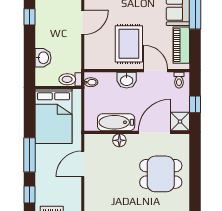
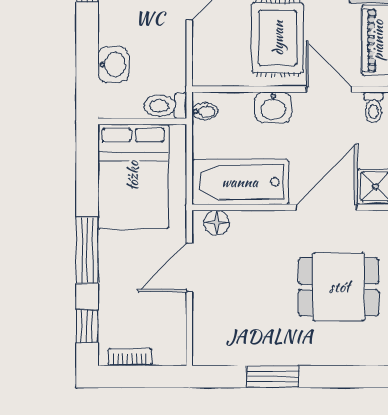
bathtub: (116, 122) -> (240, 182), width x1.36, depth x1.36
floor lamp: (119, 140) -> (217, 223), moved

